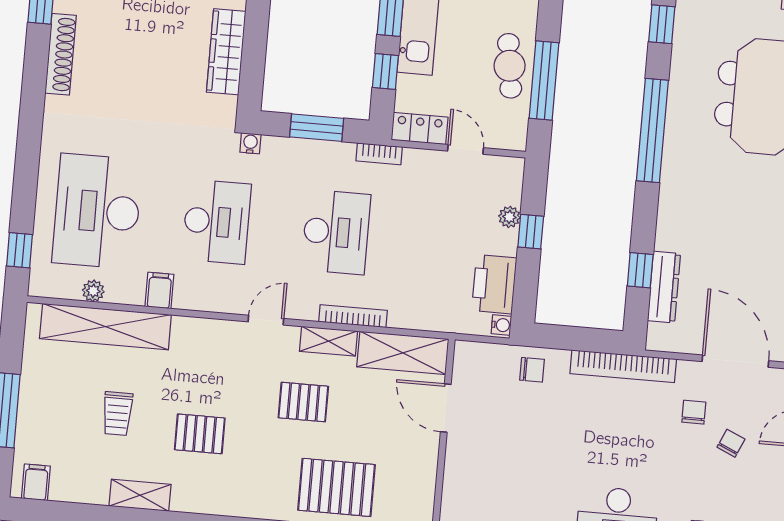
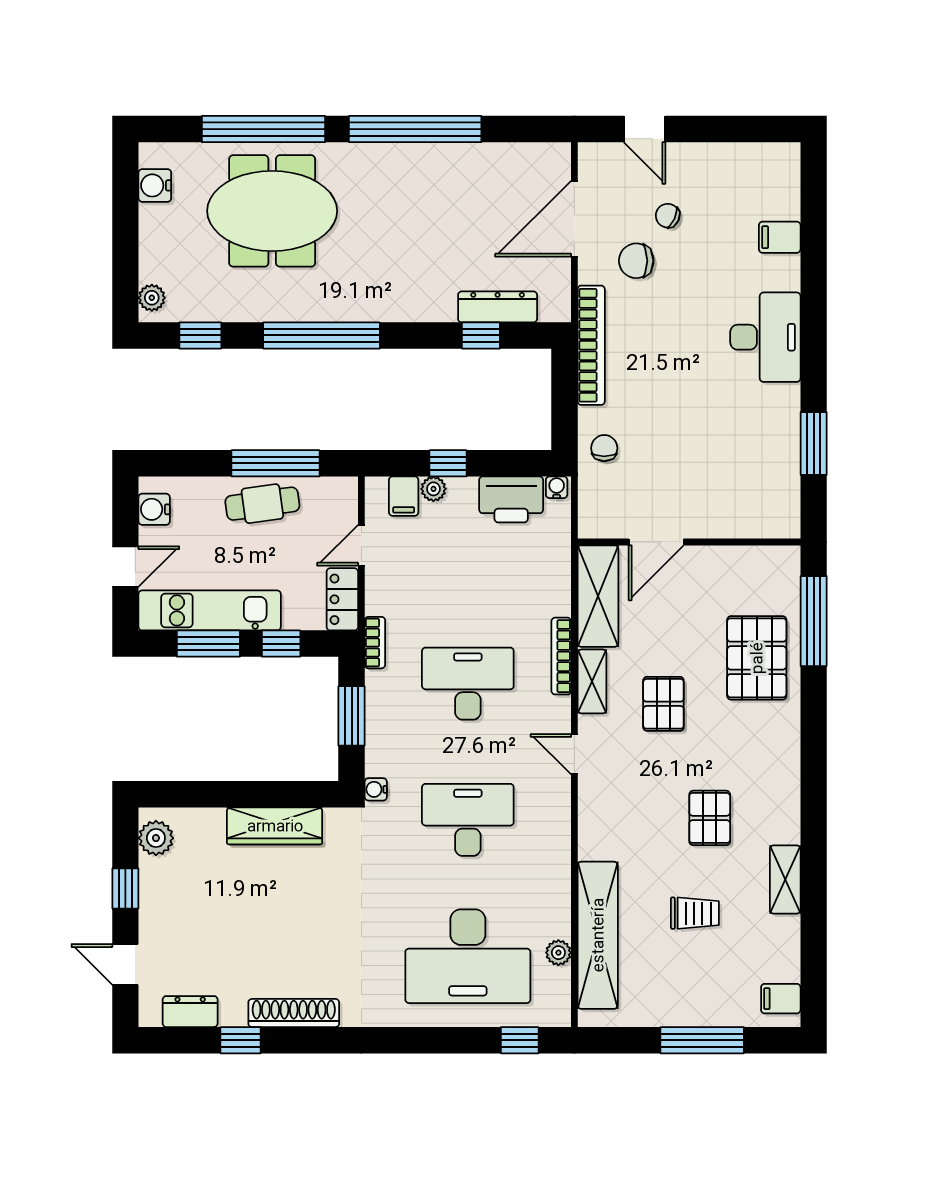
filing cabinet: (159, 290) -> (404, 496), moved, turned -90
chair: (694, 412) -> (636, 261), width x1.37, depth x1.37

